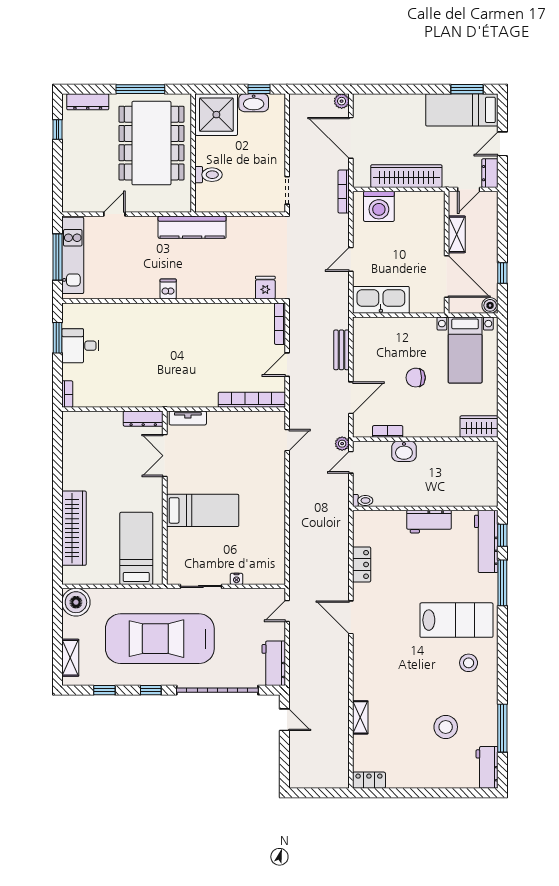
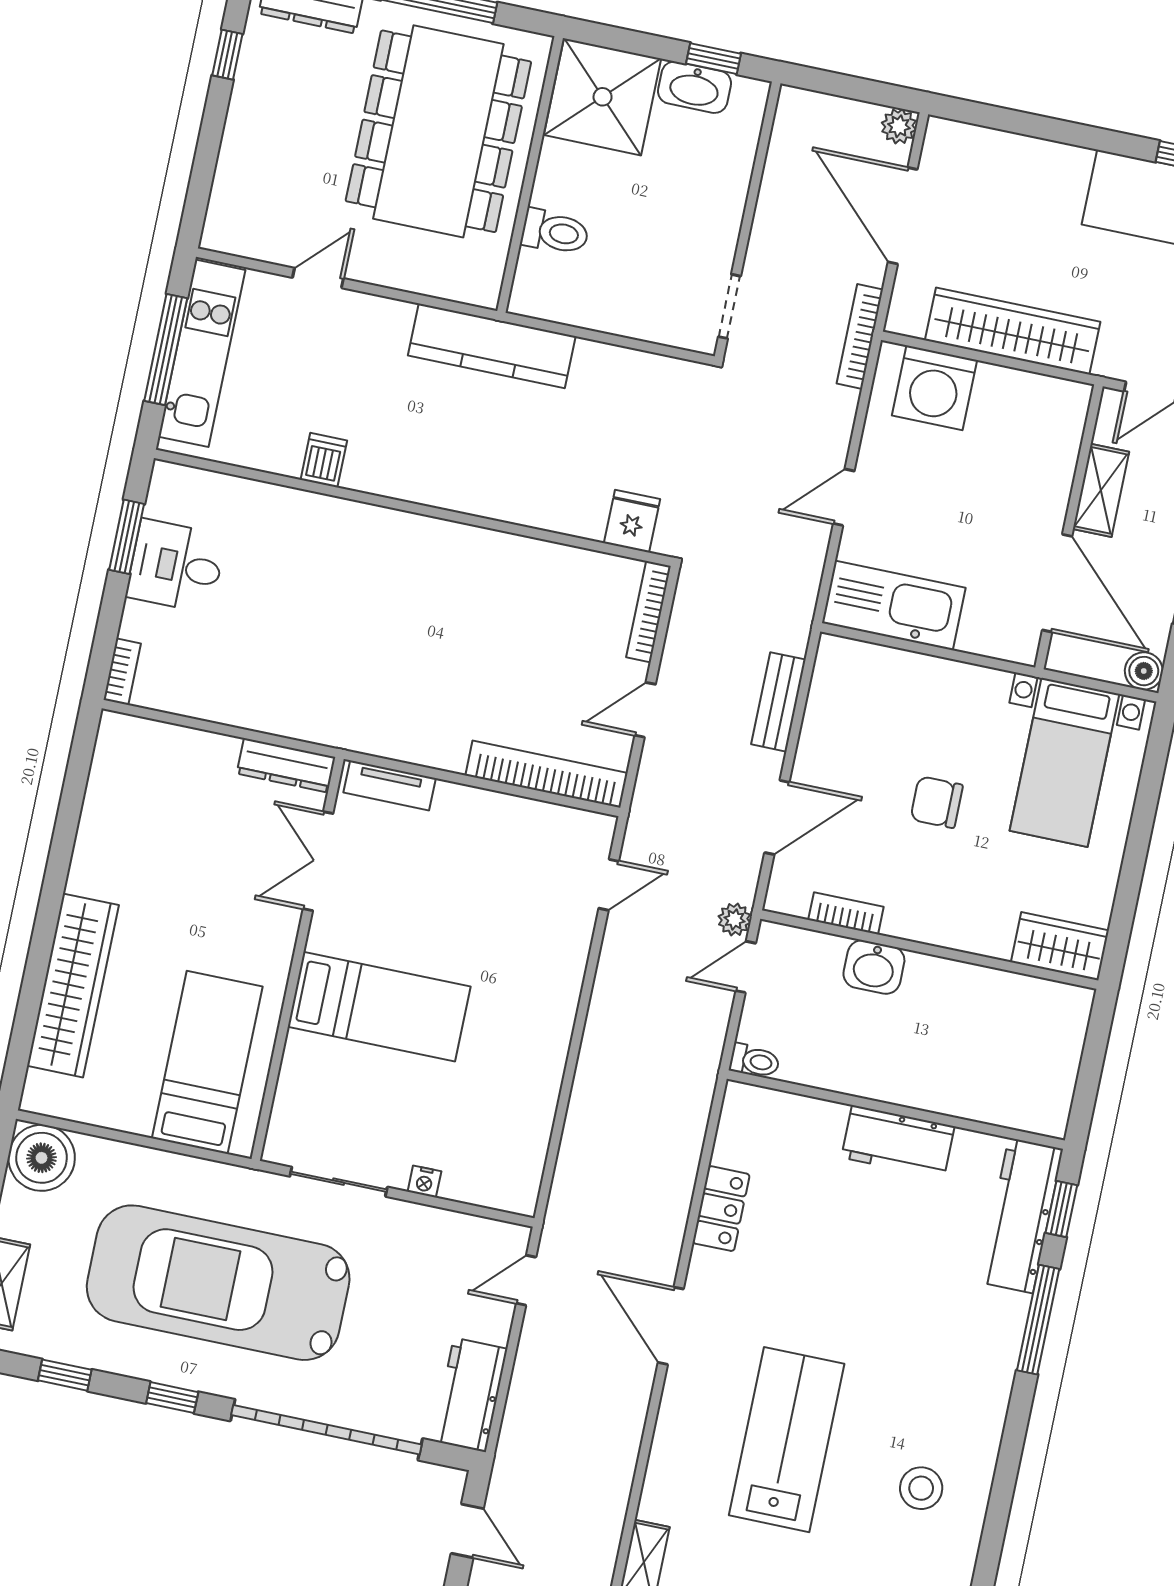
dishwasher: (168, 289) -> (324, 460), moved
lab bench: (456, 620) -> (787, 1440), moved, turned -90

